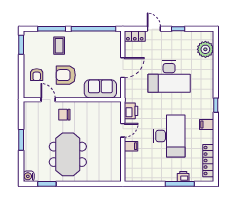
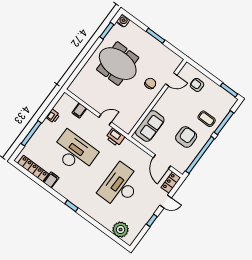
door: (123, 68) -> (162, 162), moved
armchair: (66, 75) -> (186, 137), moved
filing cabinet: (207, 124) -> (51, 180), moved
door: (123, 130) -> (105, 120), swing flipped
desk: (169, 136) -> (74, 152), turned 180
filing cabinet: (131, 146) -> (79, 111), moved
printer: (183, 176) -> (53, 116), moved

